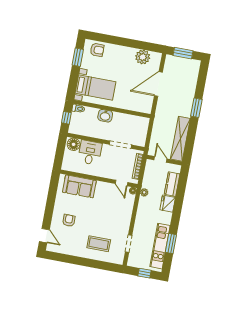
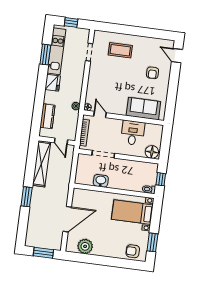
washbasin: (105, 116) -> (101, 181), moved
desk: (90, 153) -> (133, 133), moved, turned 180
fridge: (168, 204) -> (53, 83), moved

